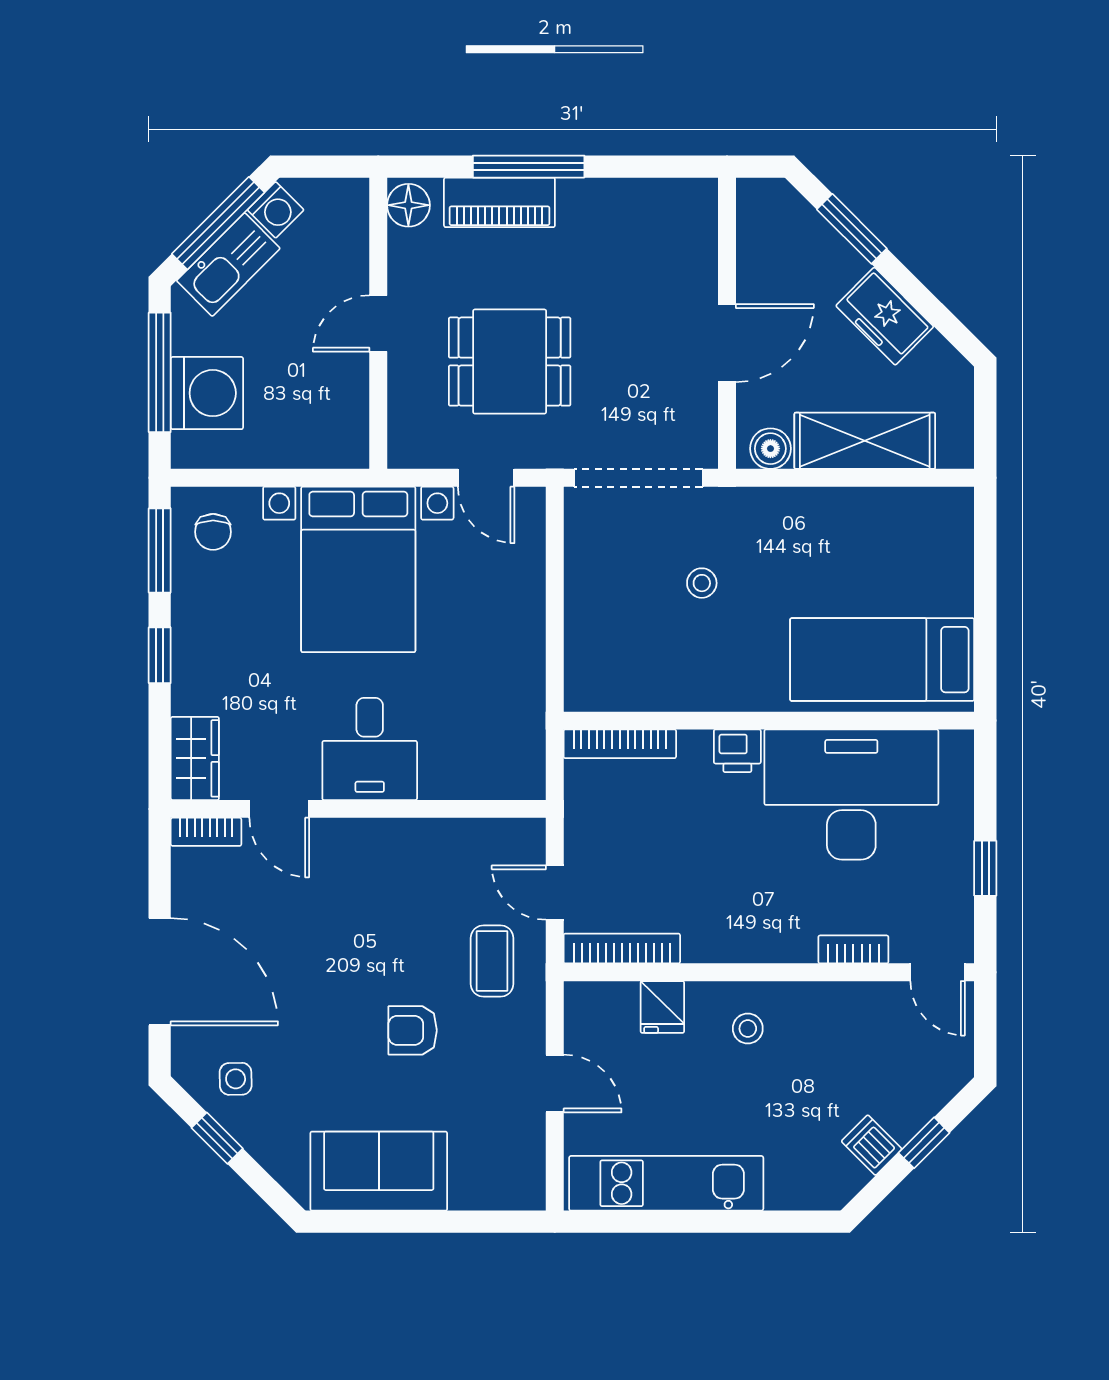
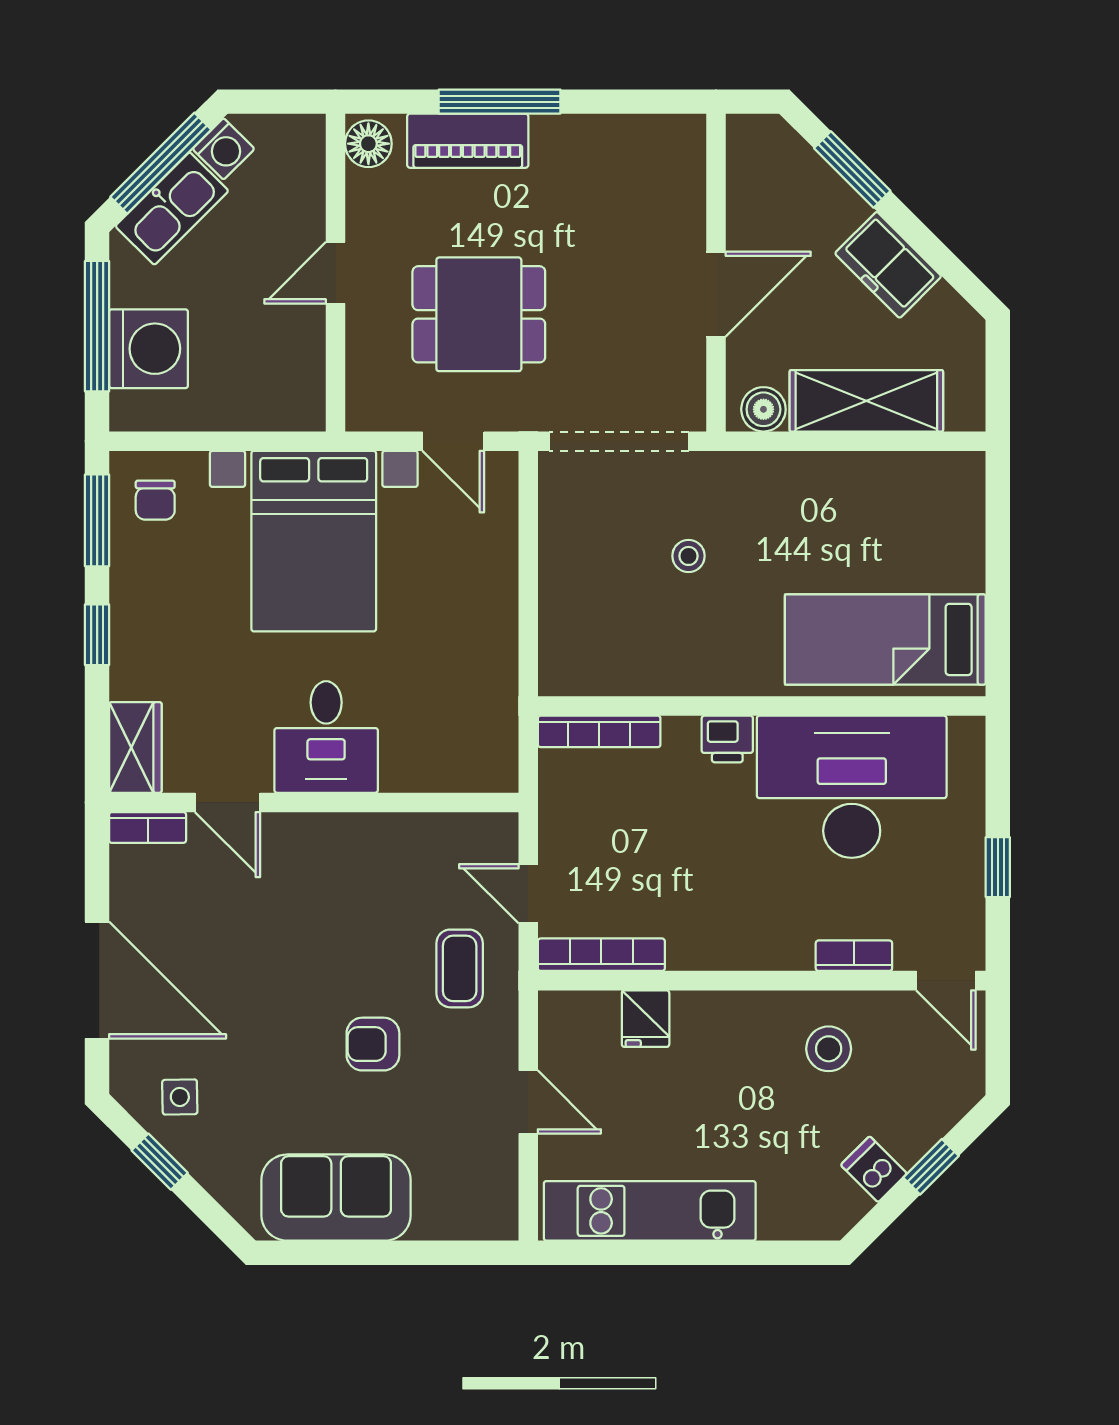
stool: (748, 1029) -> (829, 1049), moved, width x1.37, depth x1.37

